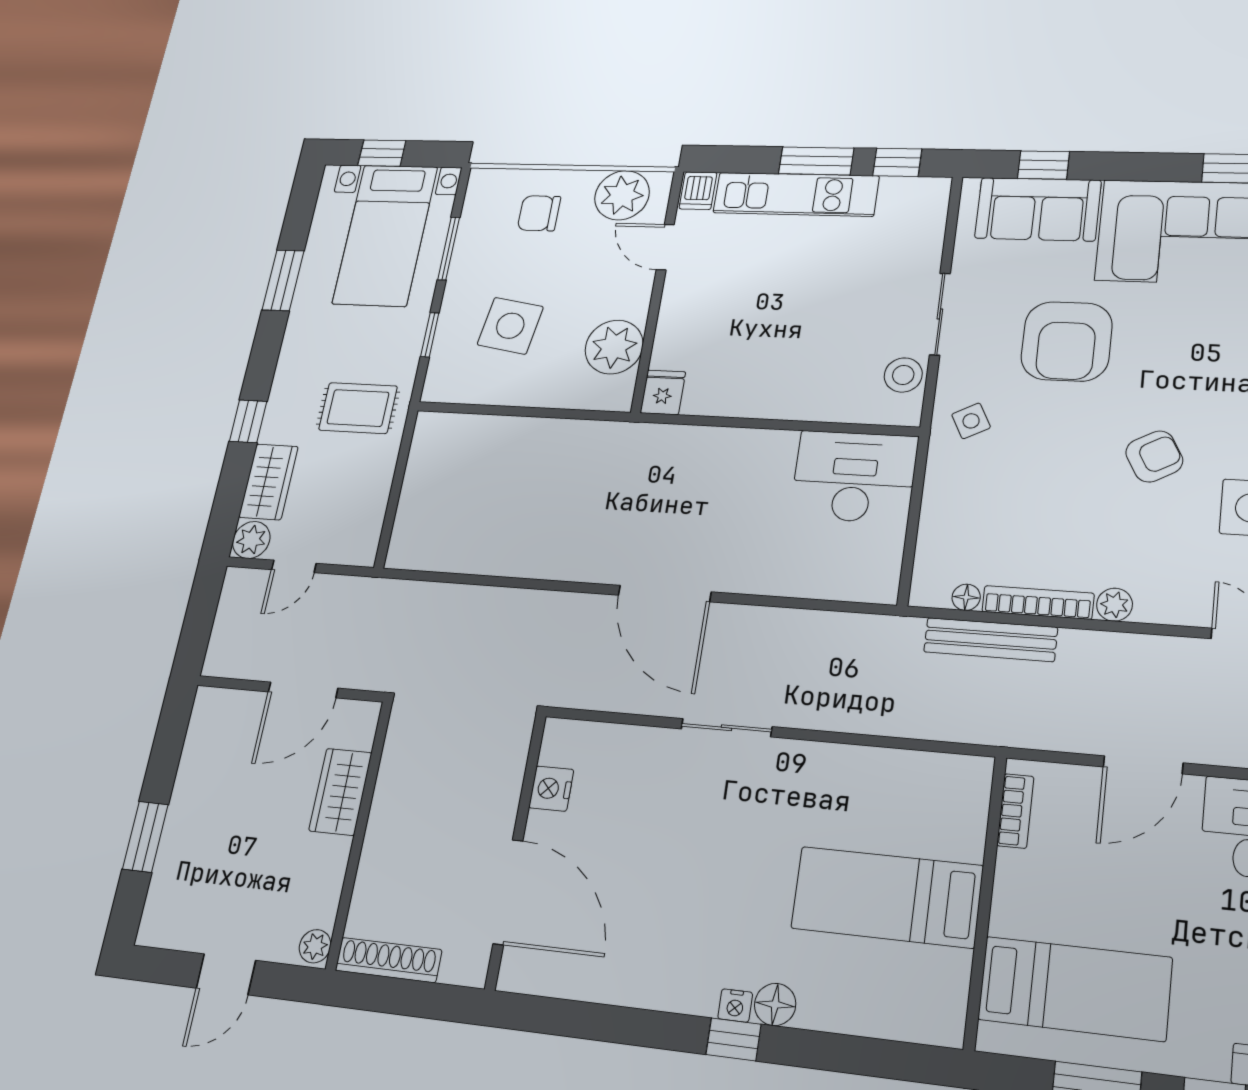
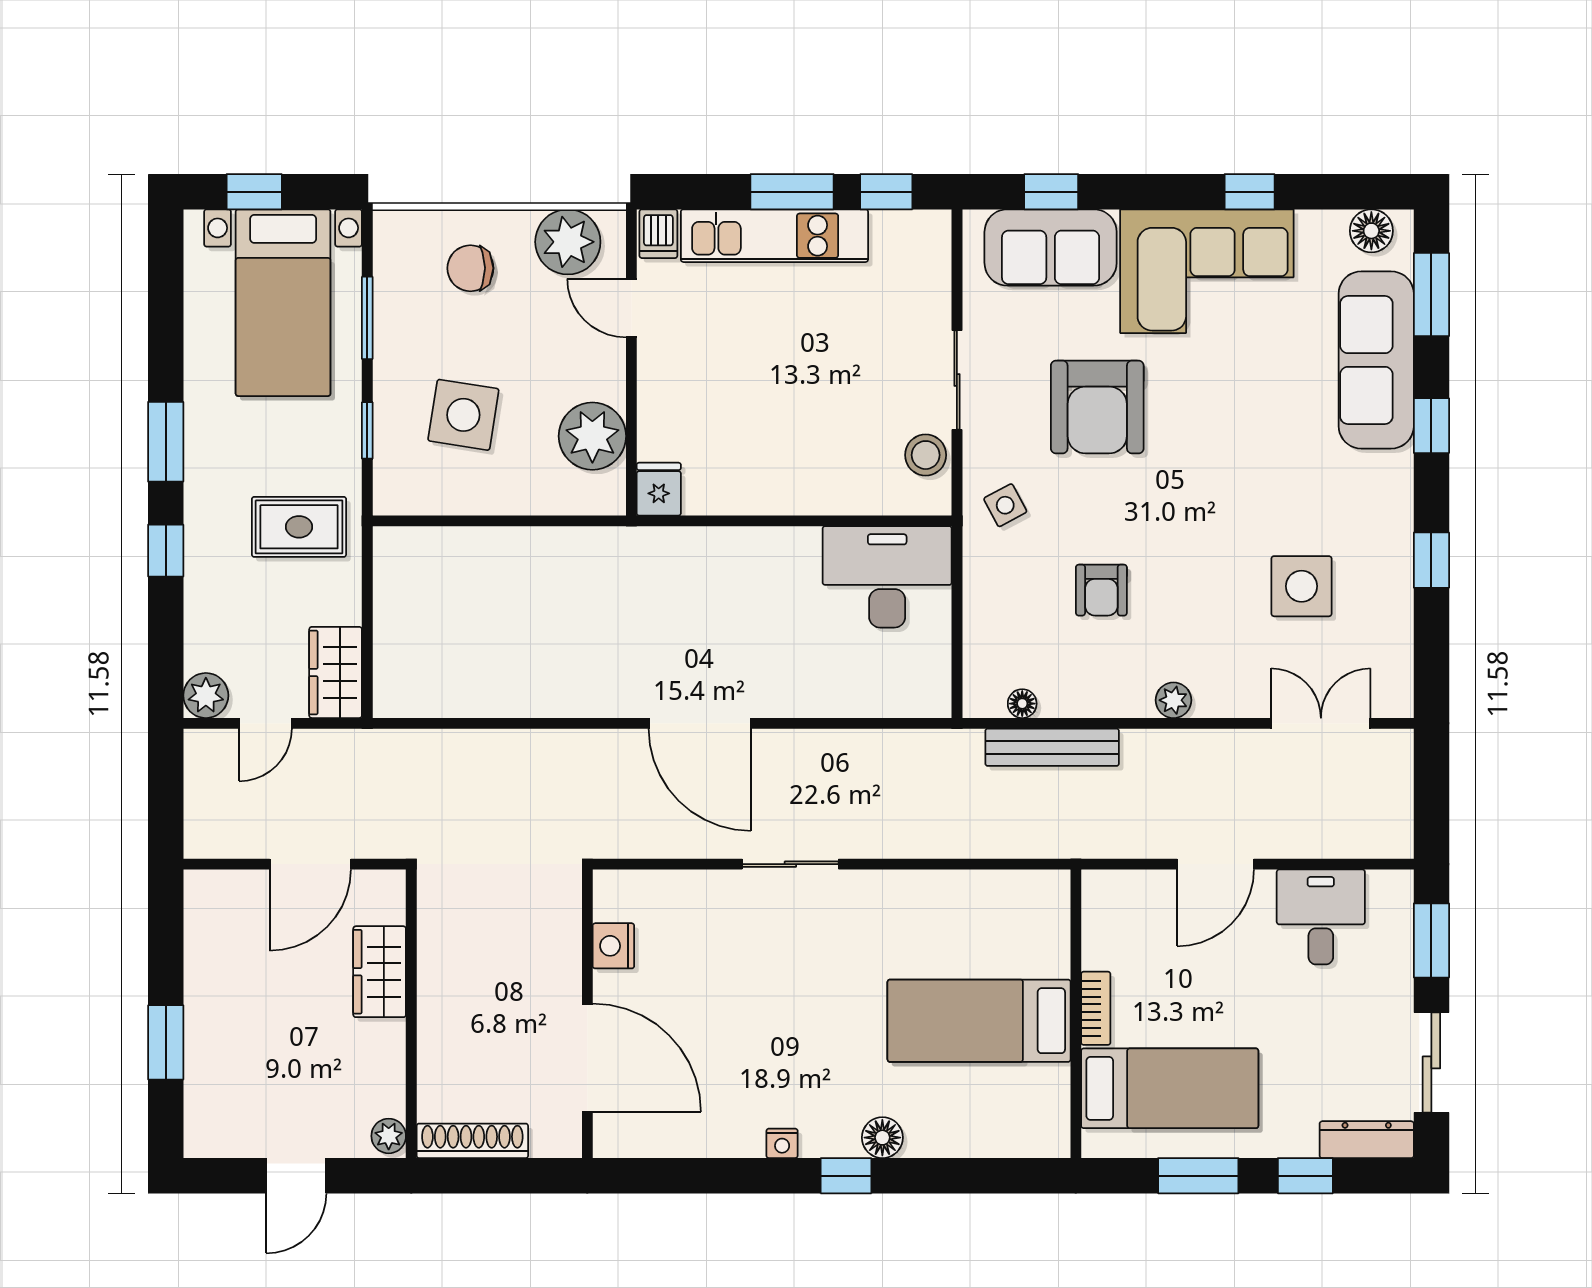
window: (283, 280) -> (166, 442), moved
armchair: (1154, 456) -> (1101, 590), moved, turned 119
wardrobe: (268, 482) -> (336, 672), moved, turned 180
bookcase: (1038, 602) -> (1096, 704), removed
bookcase: (1015, 811) -> (1096, 1008), moved
nightstand: (735, 1006) -> (782, 1143), moved

